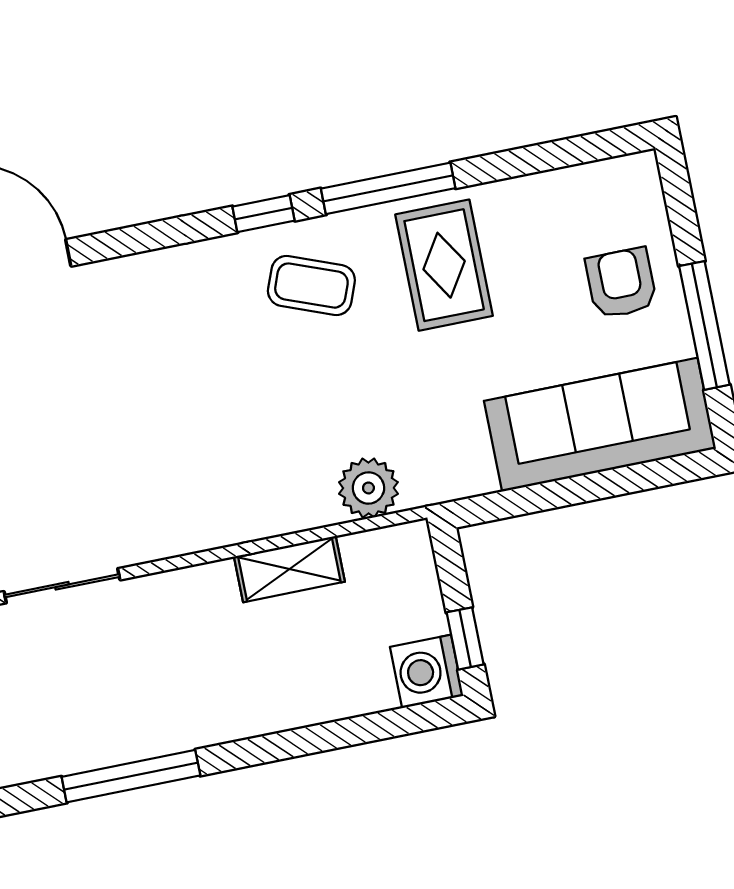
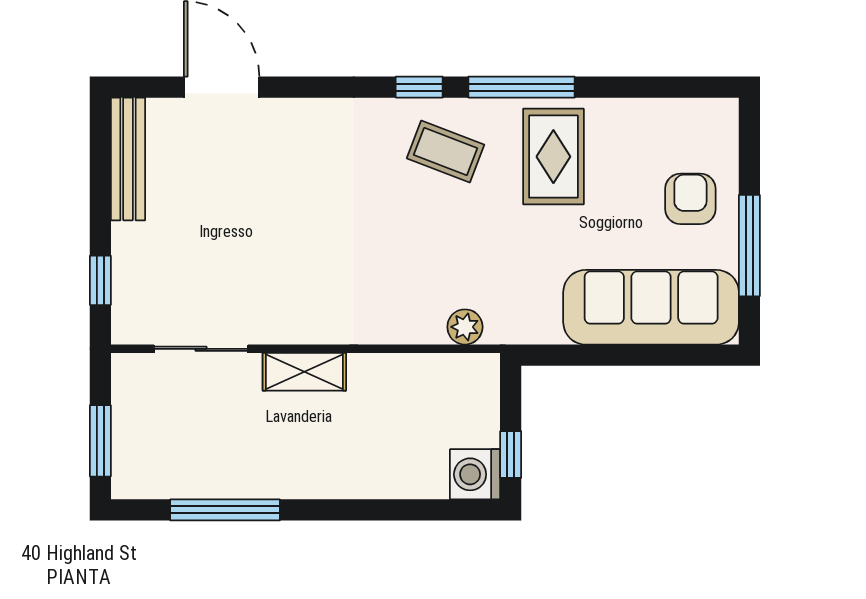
plant: (368, 488) -> (465, 327), width x0.73, depth x0.73
shelving: (289, 569) -> (304, 372), moved

